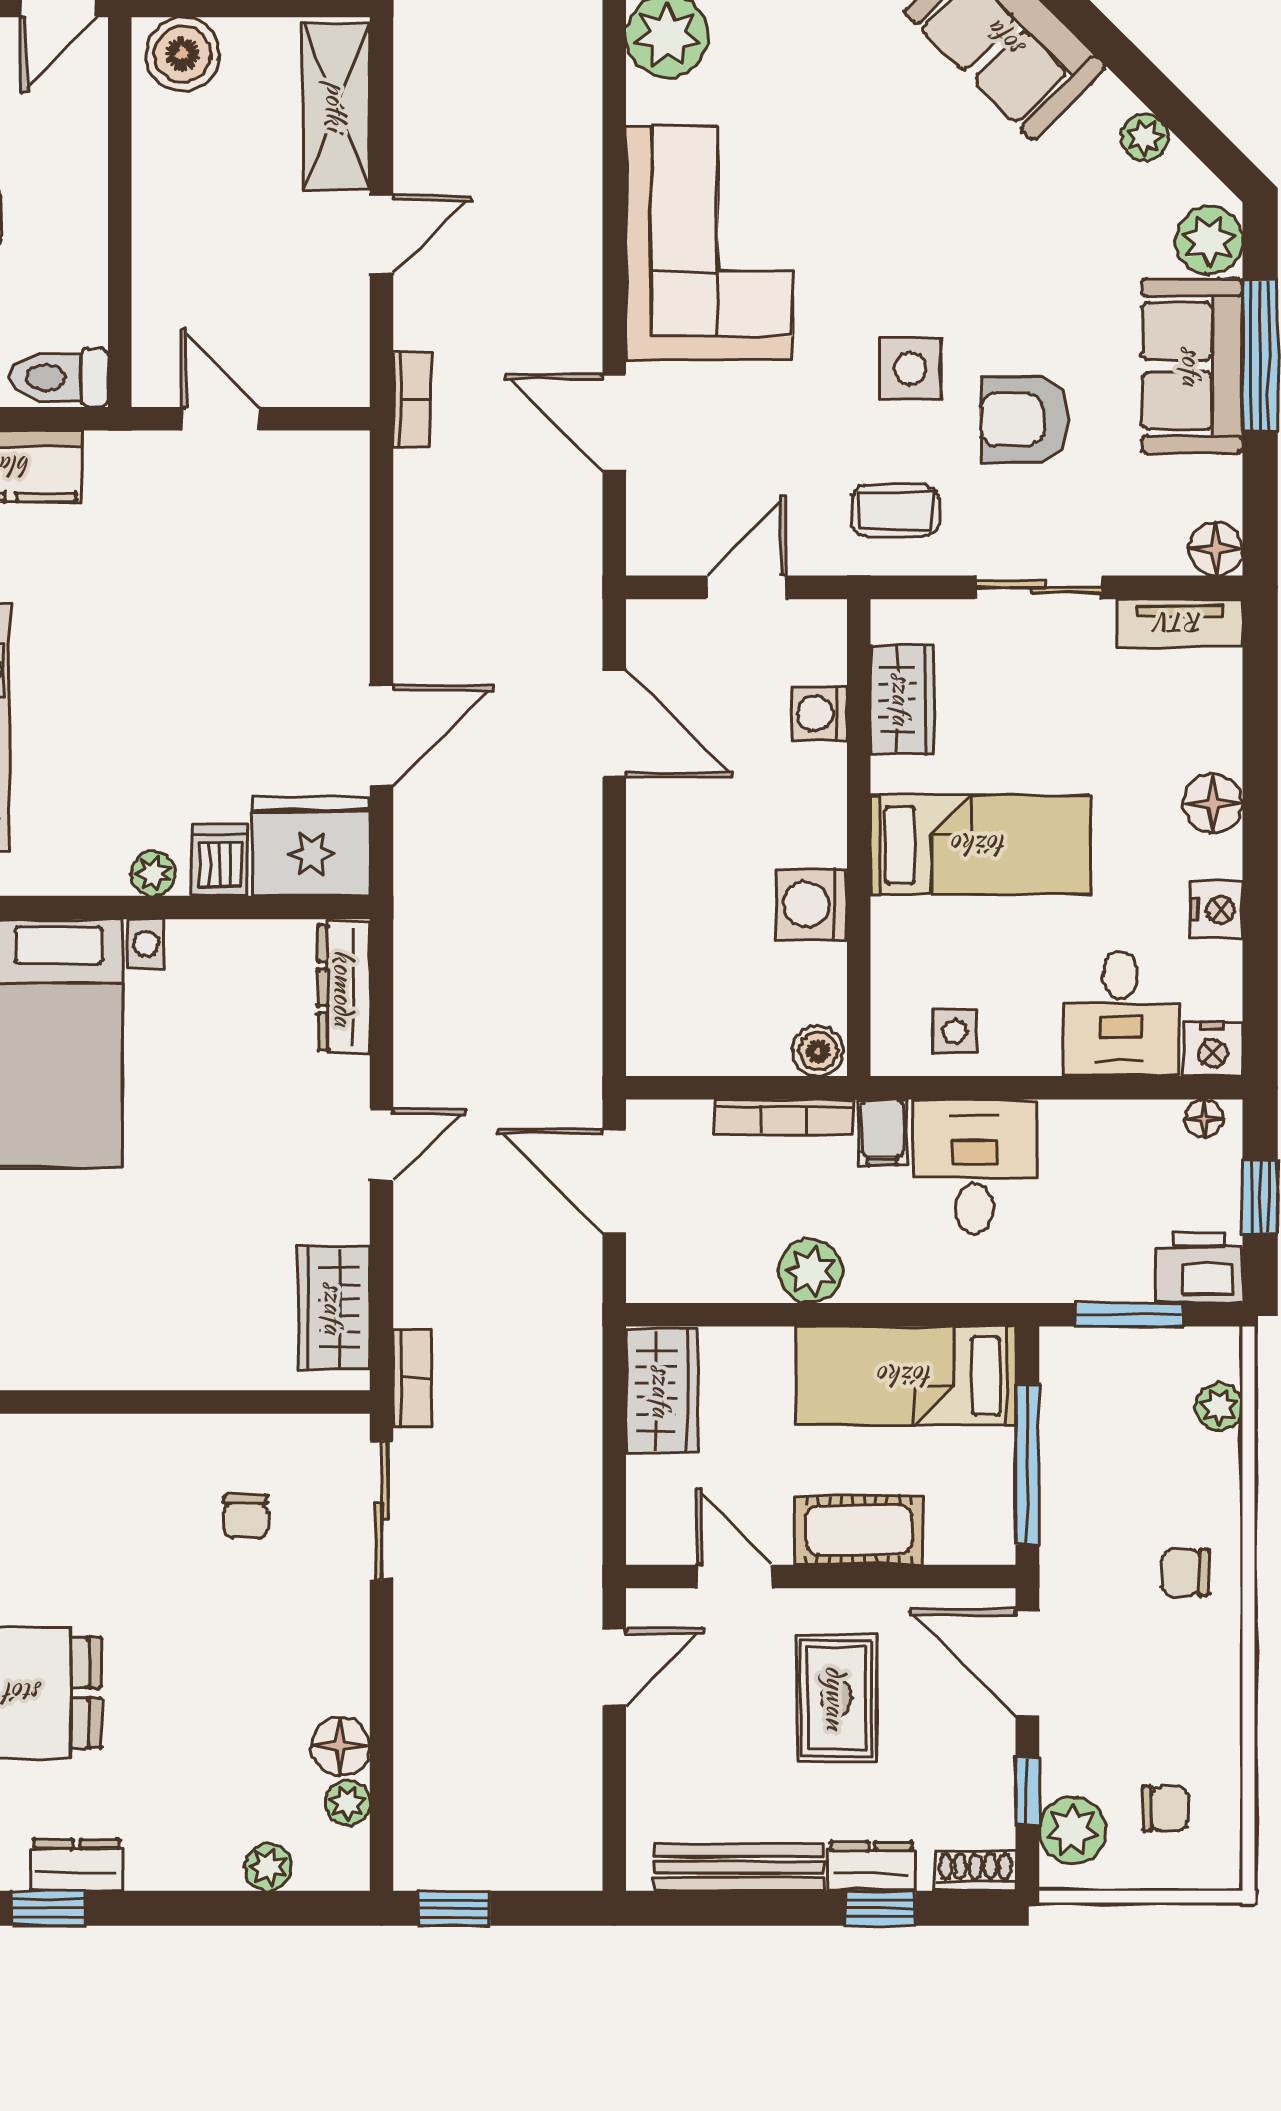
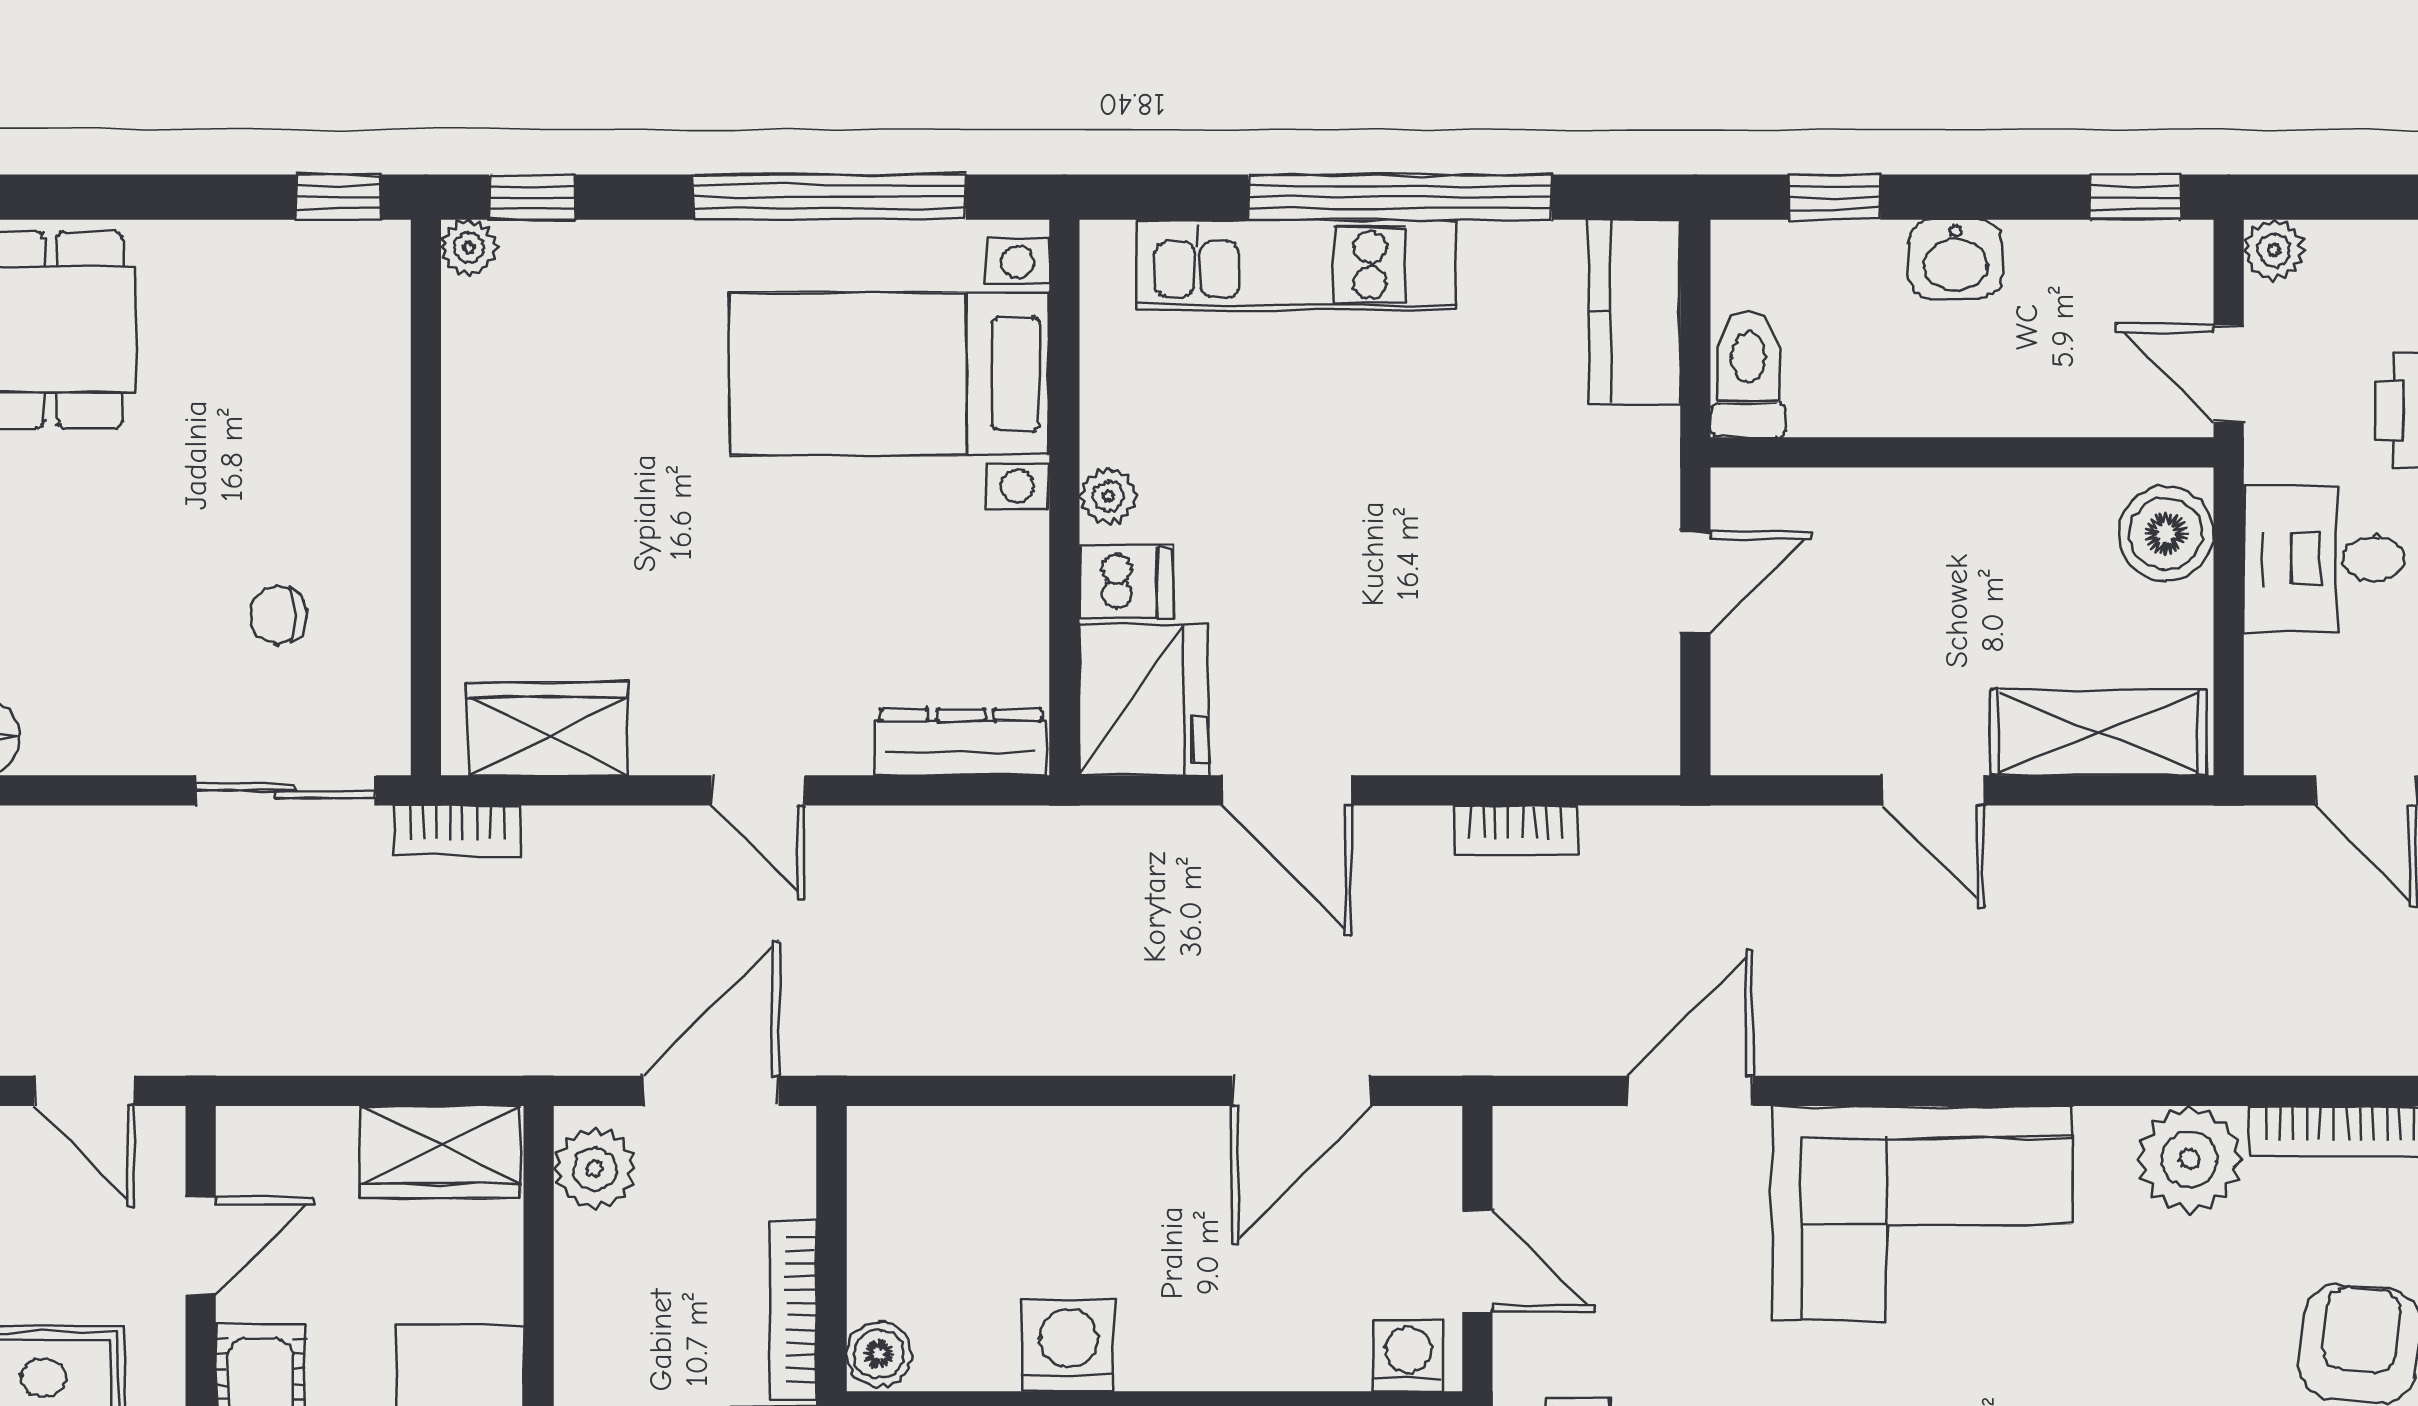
bookcase: (412, 400) -> (1516, 830), moved
washing machine: (820, 713) -> (1408, 1356), moved
plant: (810, 1271) -> (595, 1169), moved

